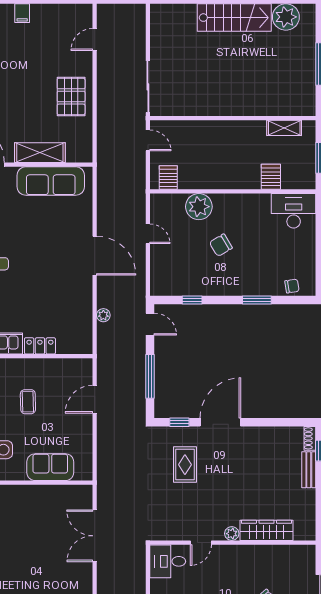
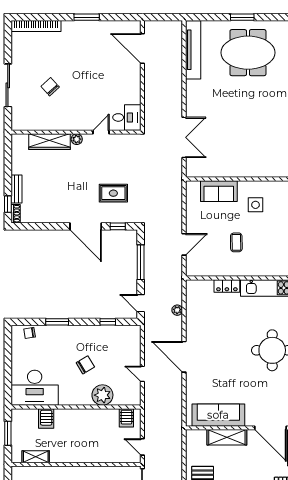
desk: (294, 211) -> (35, 388), width x1.36, depth x1.30
door: (220, 422) -> (86, 226), hinge flipped
rug: (185, 465) -> (113, 193), turned 90

